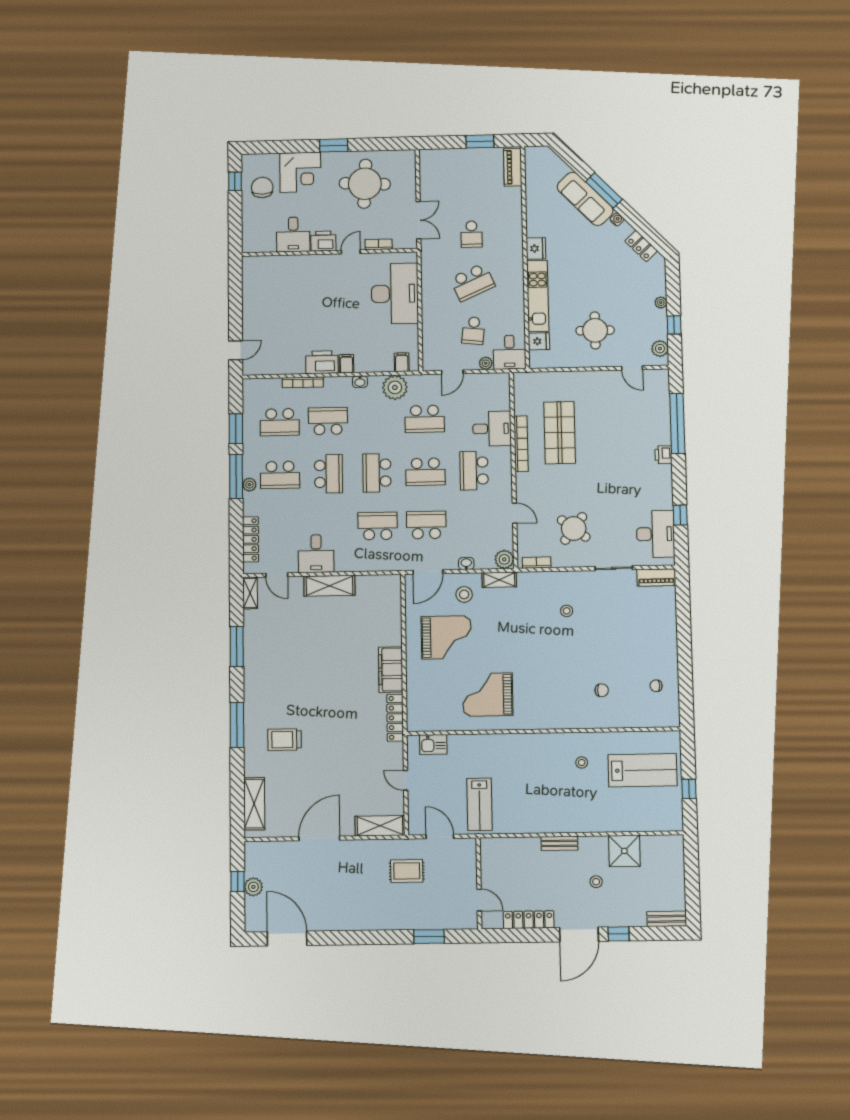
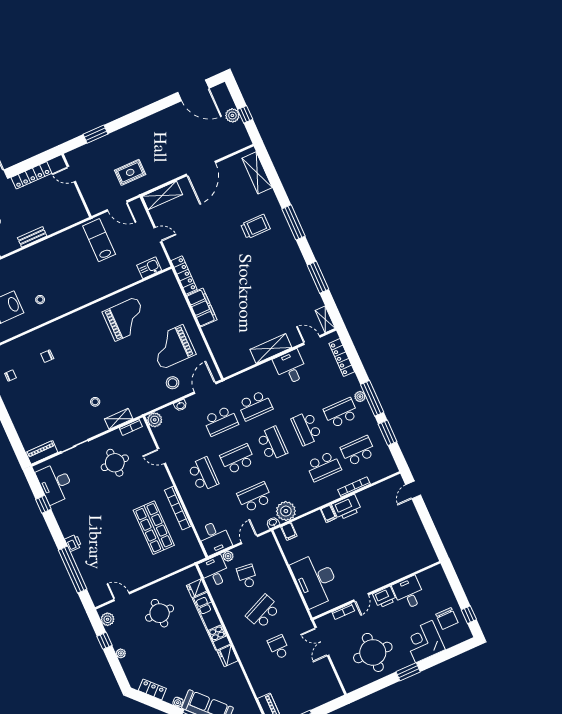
washbasin: (360, 382) -> (273, 523), moved
desk: (492, 429) -> (214, 538), moved, turned -90
round table: (574, 528) -> (115, 463), turned -37
shelving: (499, 580) -> (119, 419), moved

